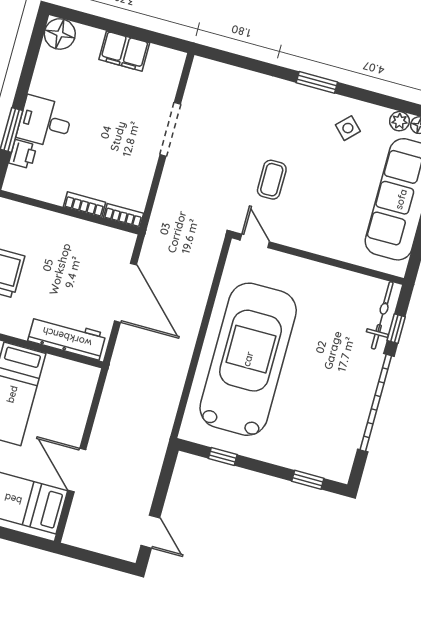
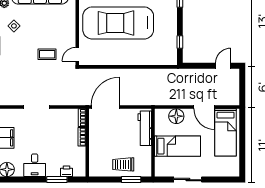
desk: (45, 122) -> (35, 165), moved
door: (125, 293) -> (105, 107), moved
car: (248, 359) -> (118, 23), moved
floor lamp: (74, 408) -> (176, 116), added
door: (77, 470) -> (204, 107), hinge flipped

